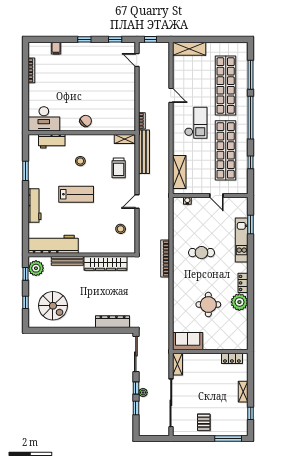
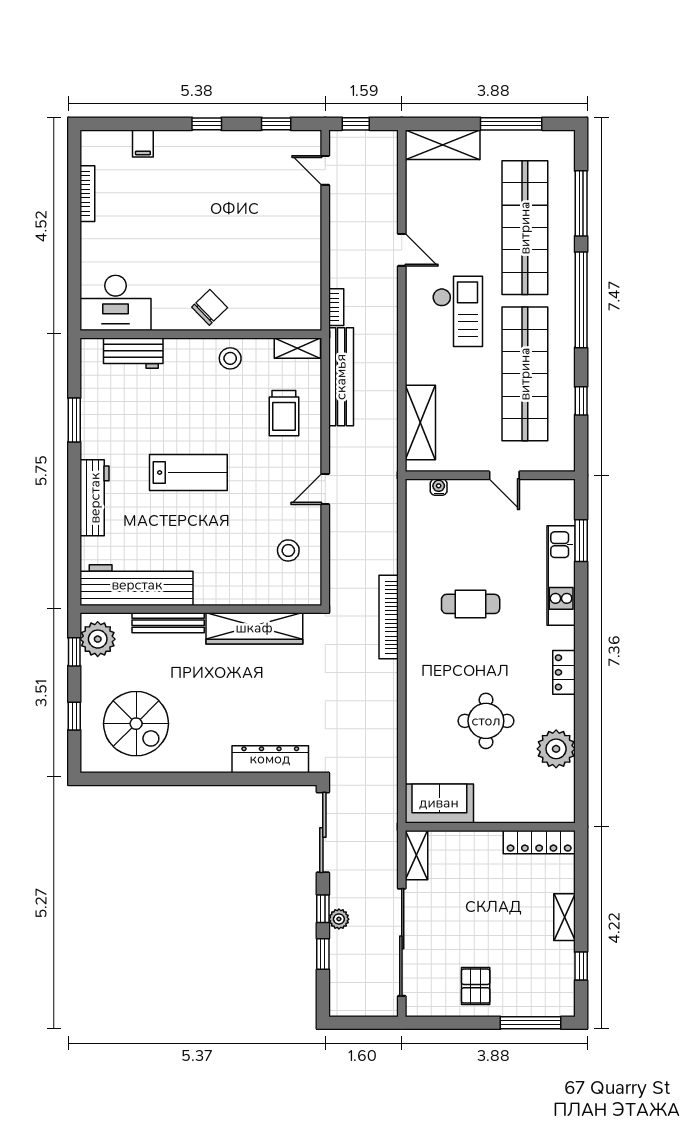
window: (220, 39) -> (511, 124), added
stool: (80, 161) -> (230, 358), moved
plant: (239, 302) -> (556, 749), moved
locker: (232, 358) -> (539, 842), width x1.53

